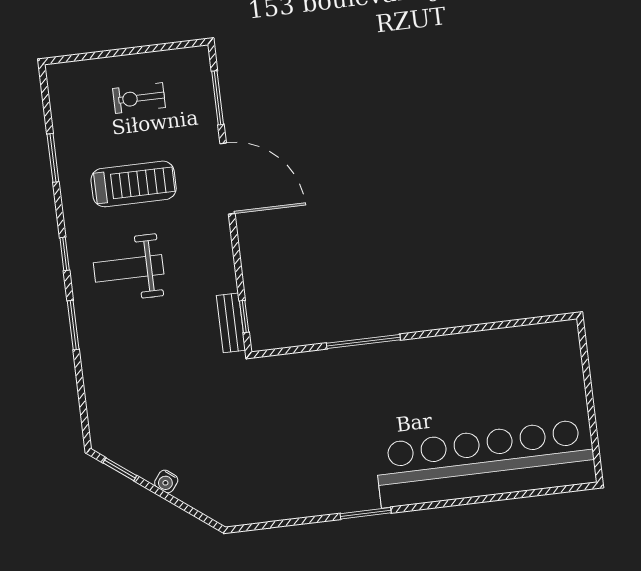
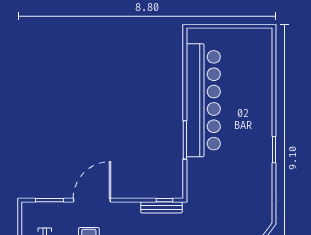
bench: (231, 323) -> (161, 207), width x1.36
bar counter: (485, 463) -> (203, 100), moved, turned 180

